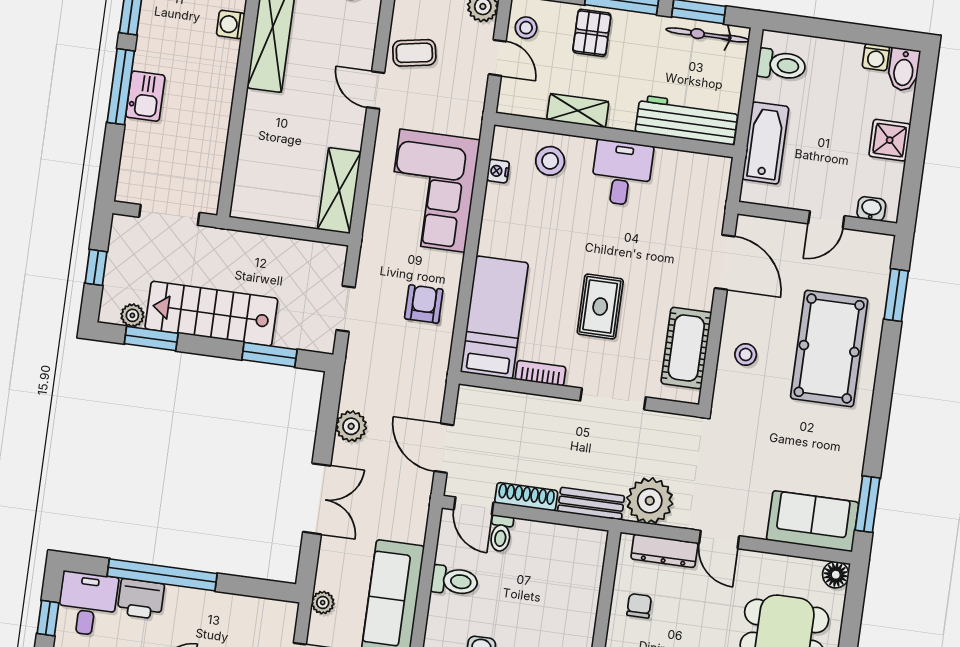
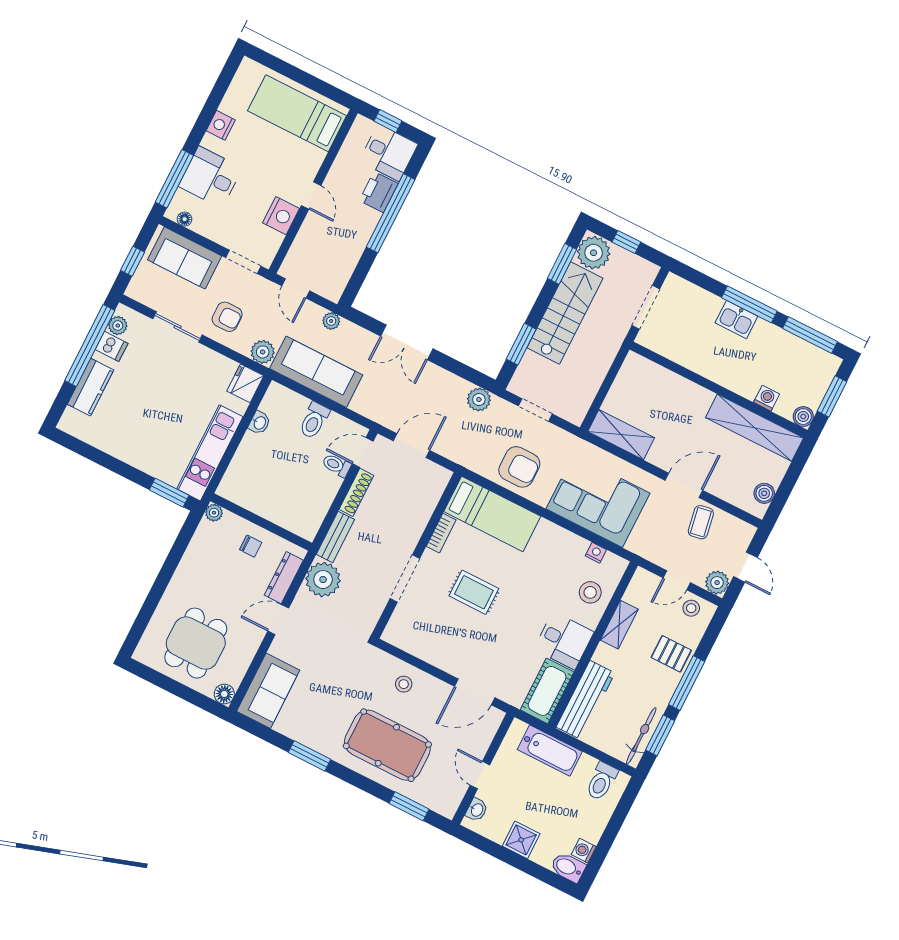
door: (376, 90) -> (684, 485), width x1.38
armchair: (424, 304) -> (519, 467), width x1.38, depth x1.38
plant: (132, 315) -> (594, 253), width x1.87, depth x1.87
cot: (686, 348) -> (547, 691), moved, turned 90
plant: (351, 426) -> (479, 400), moved
window: (868, 504) -> (309, 756), moved

